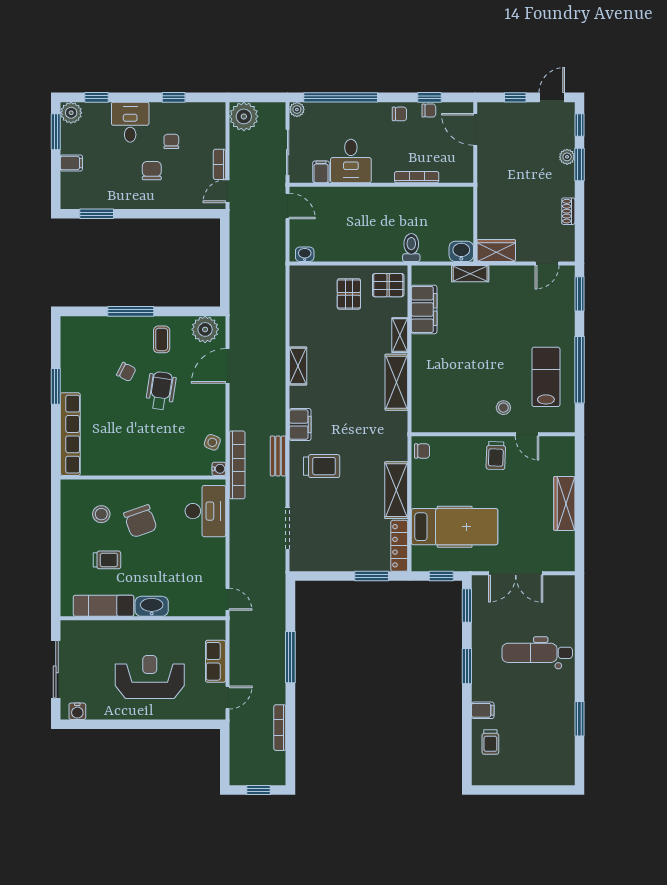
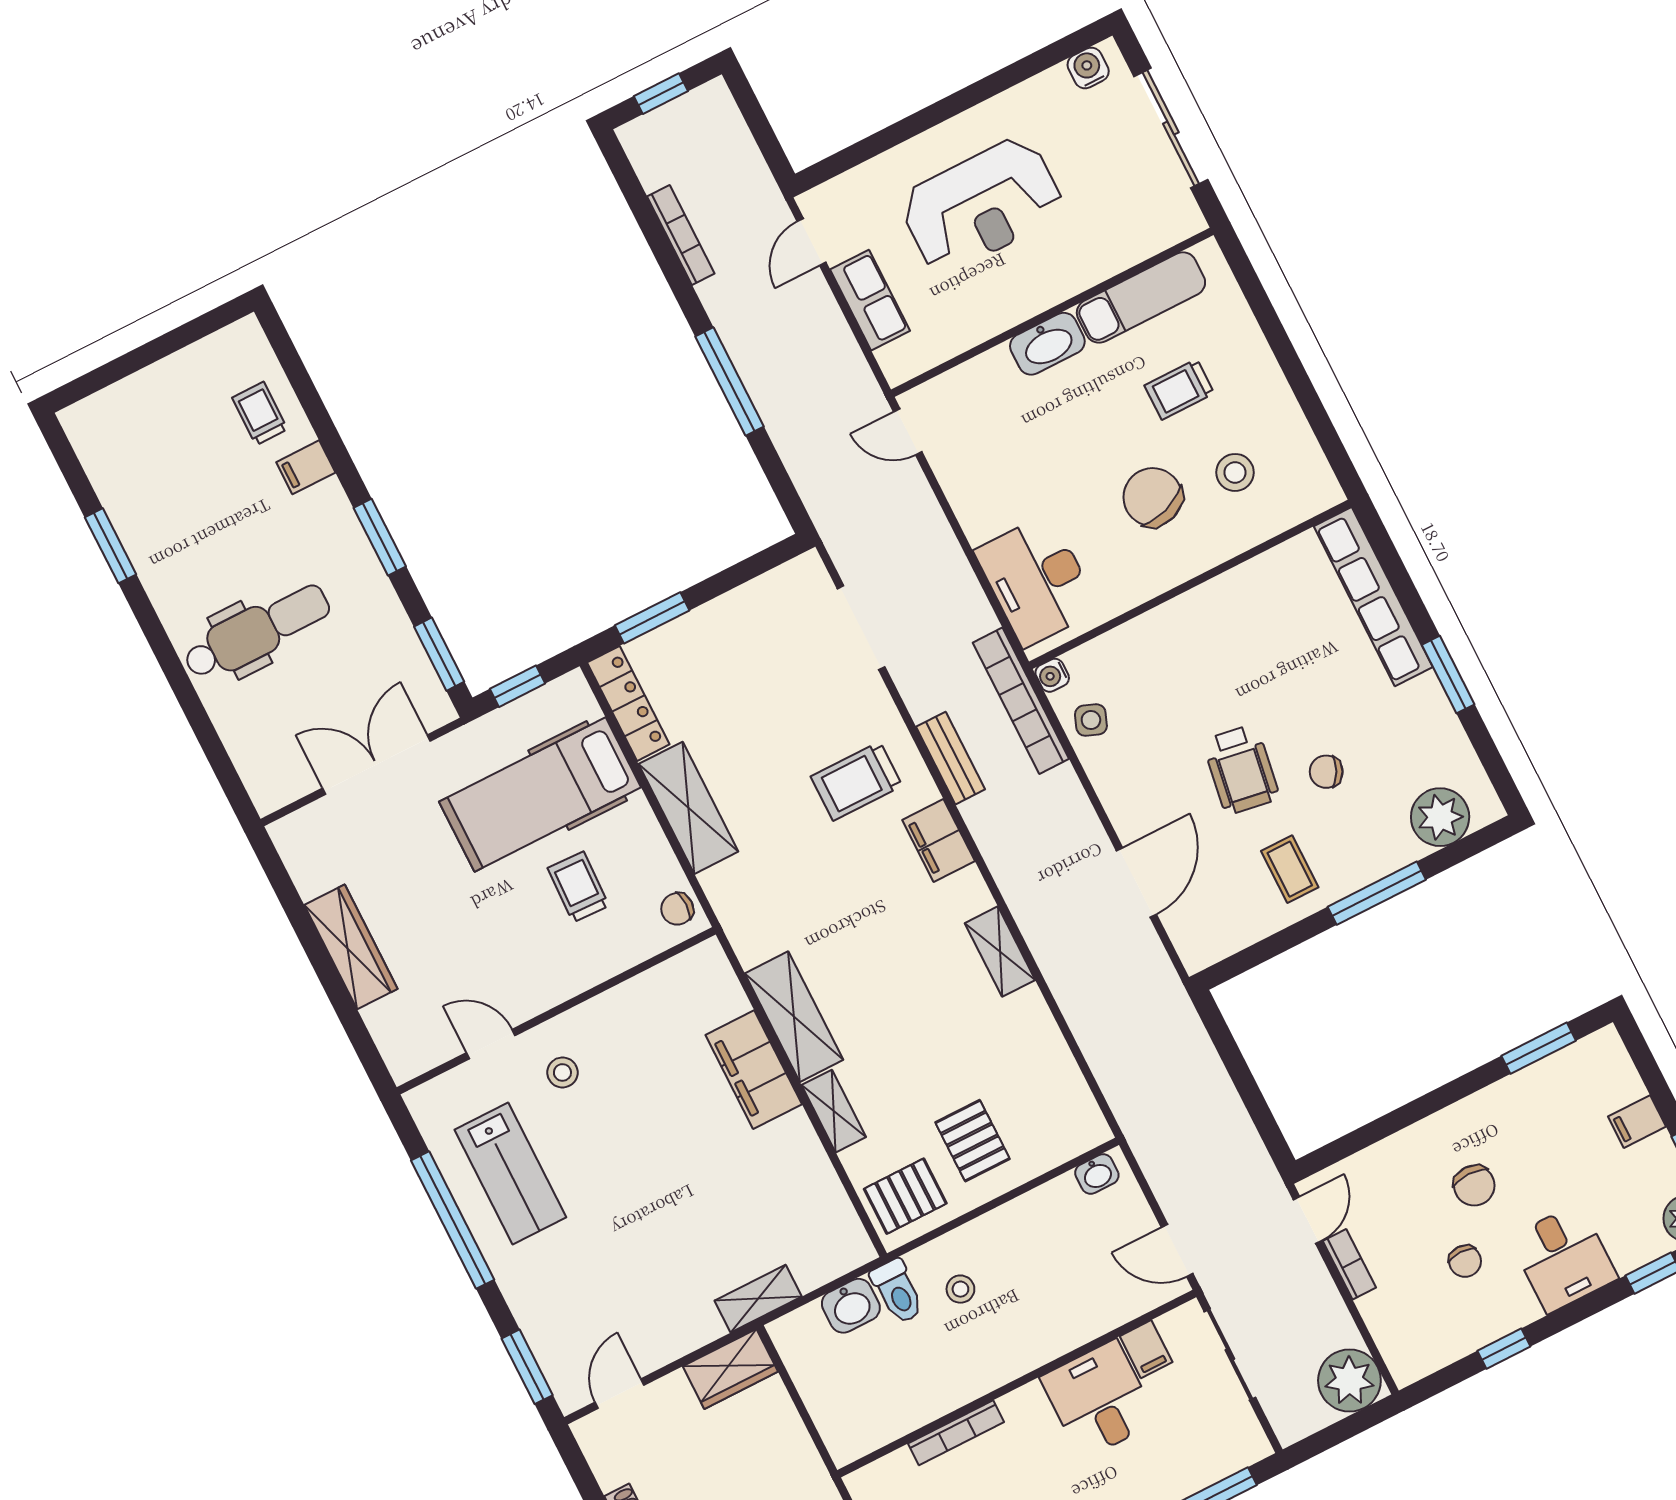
plant: (297, 109) -> (1254, 1446), removed
stool: (385, 235) -> (960, 1289), added
washbasin: (461, 251) -> (851, 1306), moved
filing cabinet: (424, 309) -> (754, 1070), moved
plant: (205, 329) -> (1440, 817), moved
trolley: (496, 456) -> (578, 887), moved

